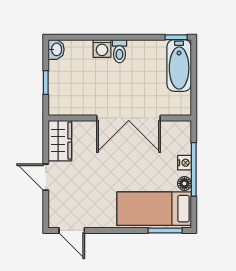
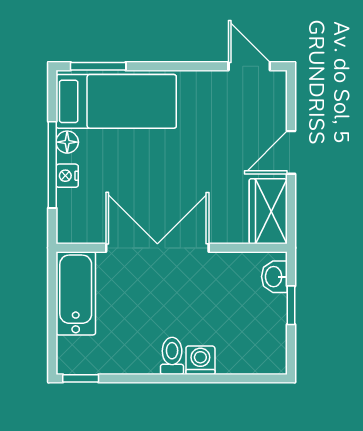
washbasin: (56, 49) -> (274, 277), moved
bathtub: (179, 65) -> (76, 293), moved
door: (46, 177) -> (291, 152), swing flipped

